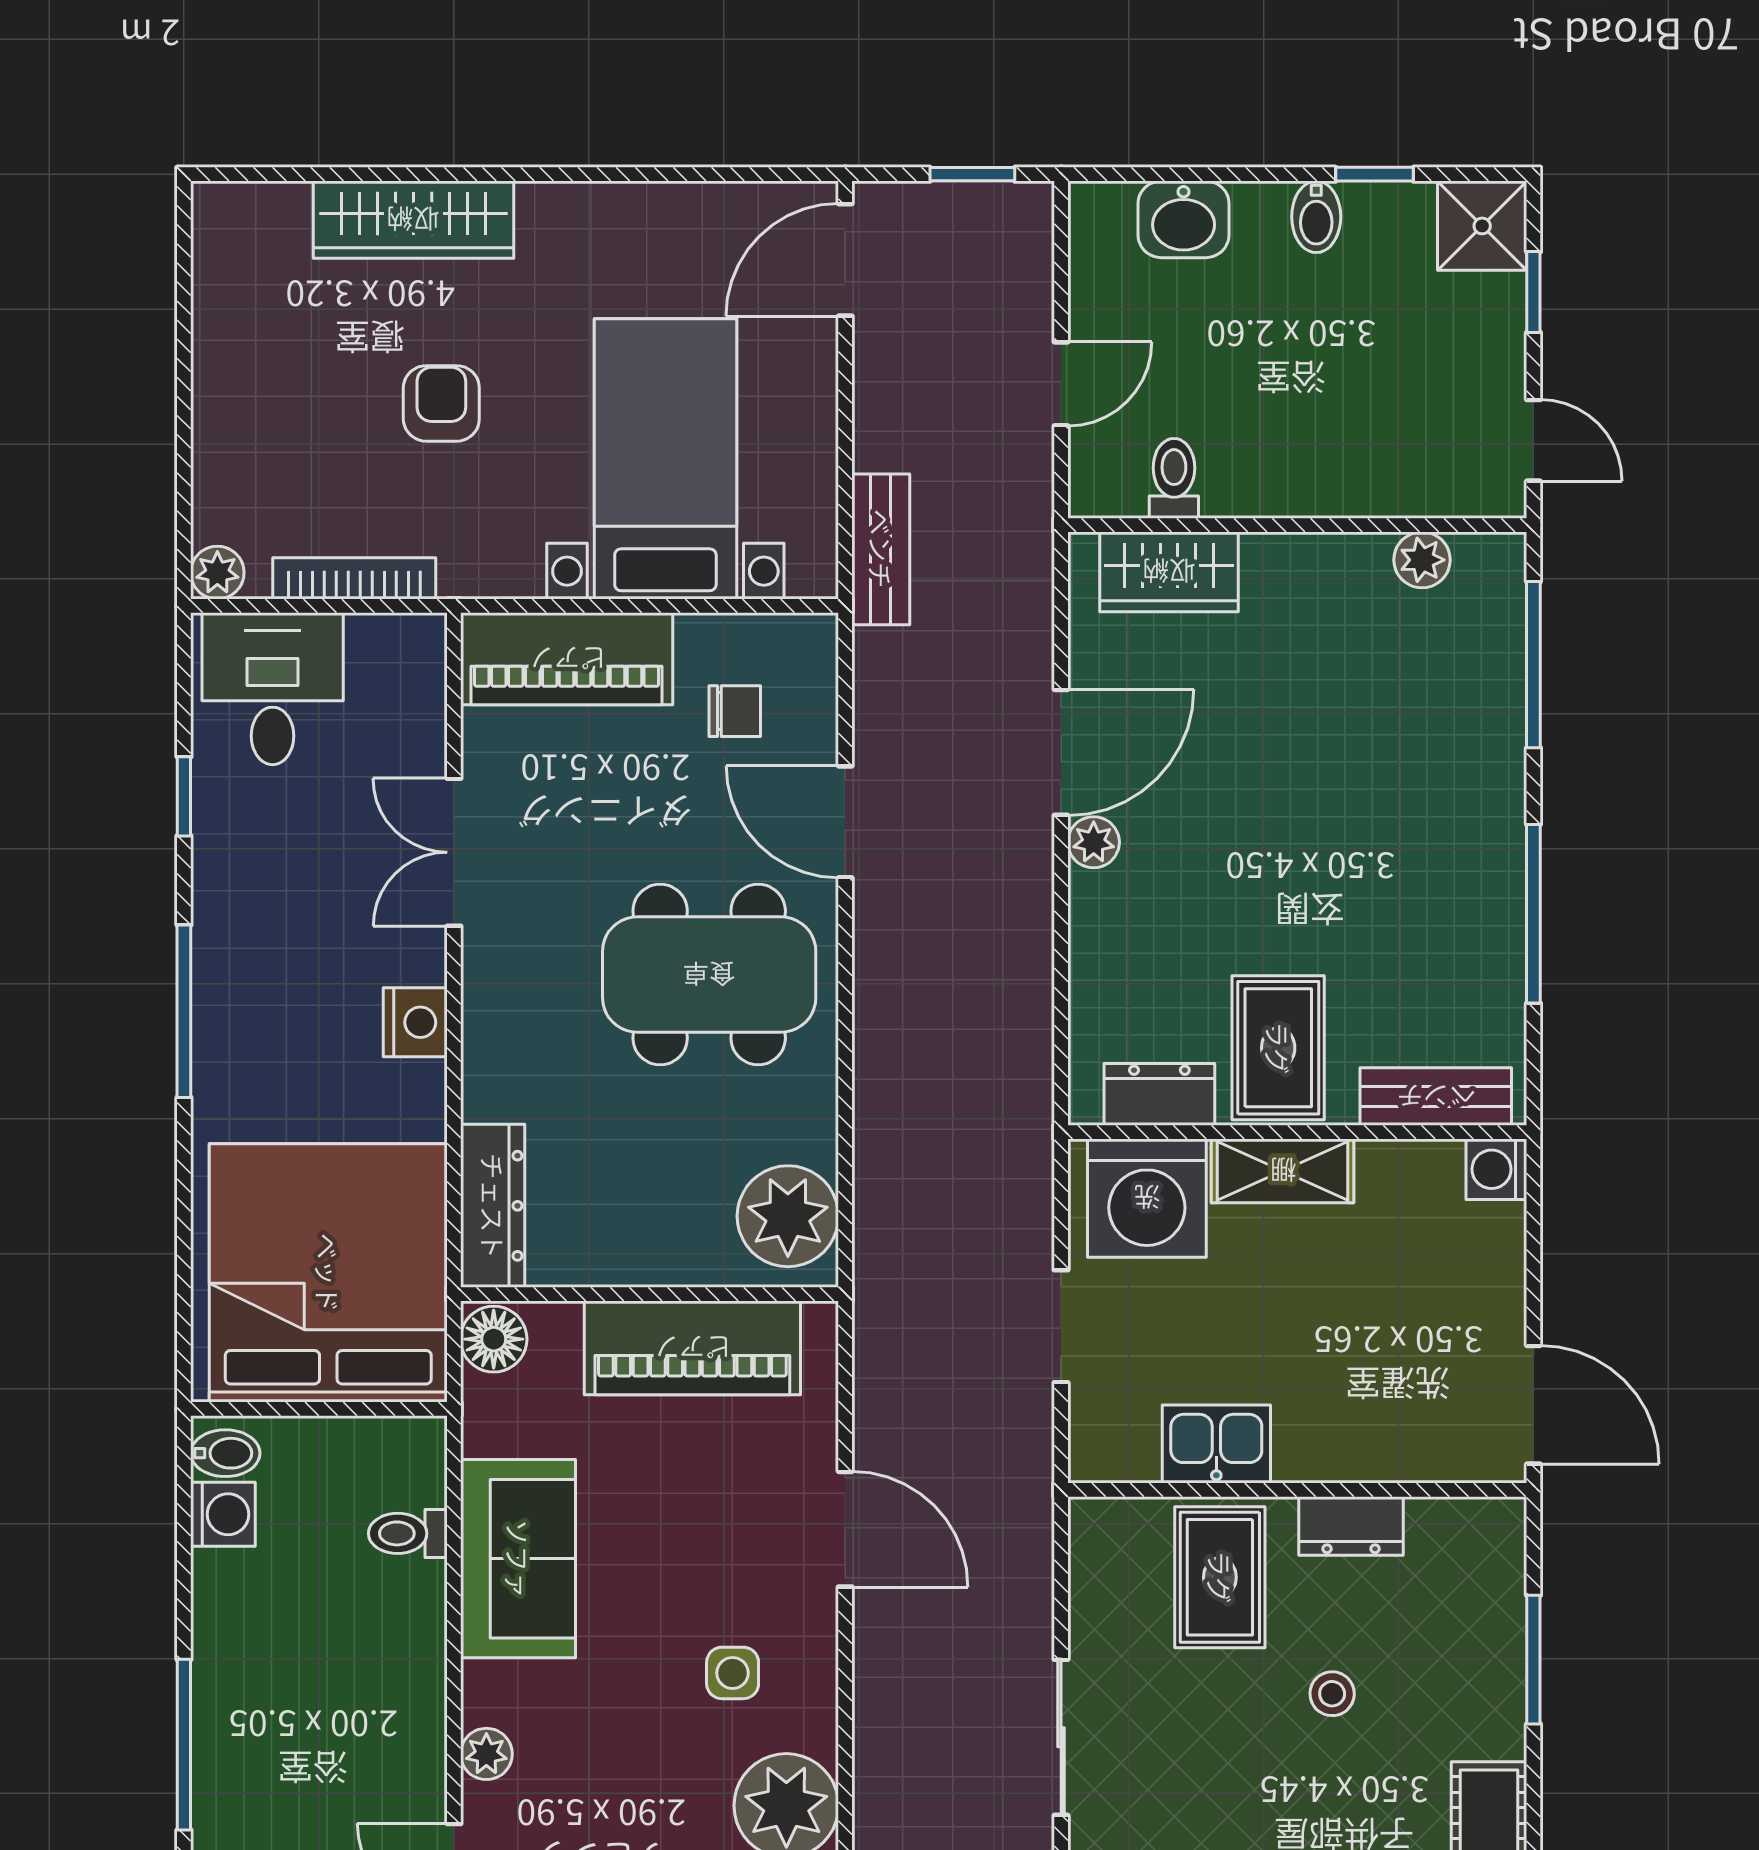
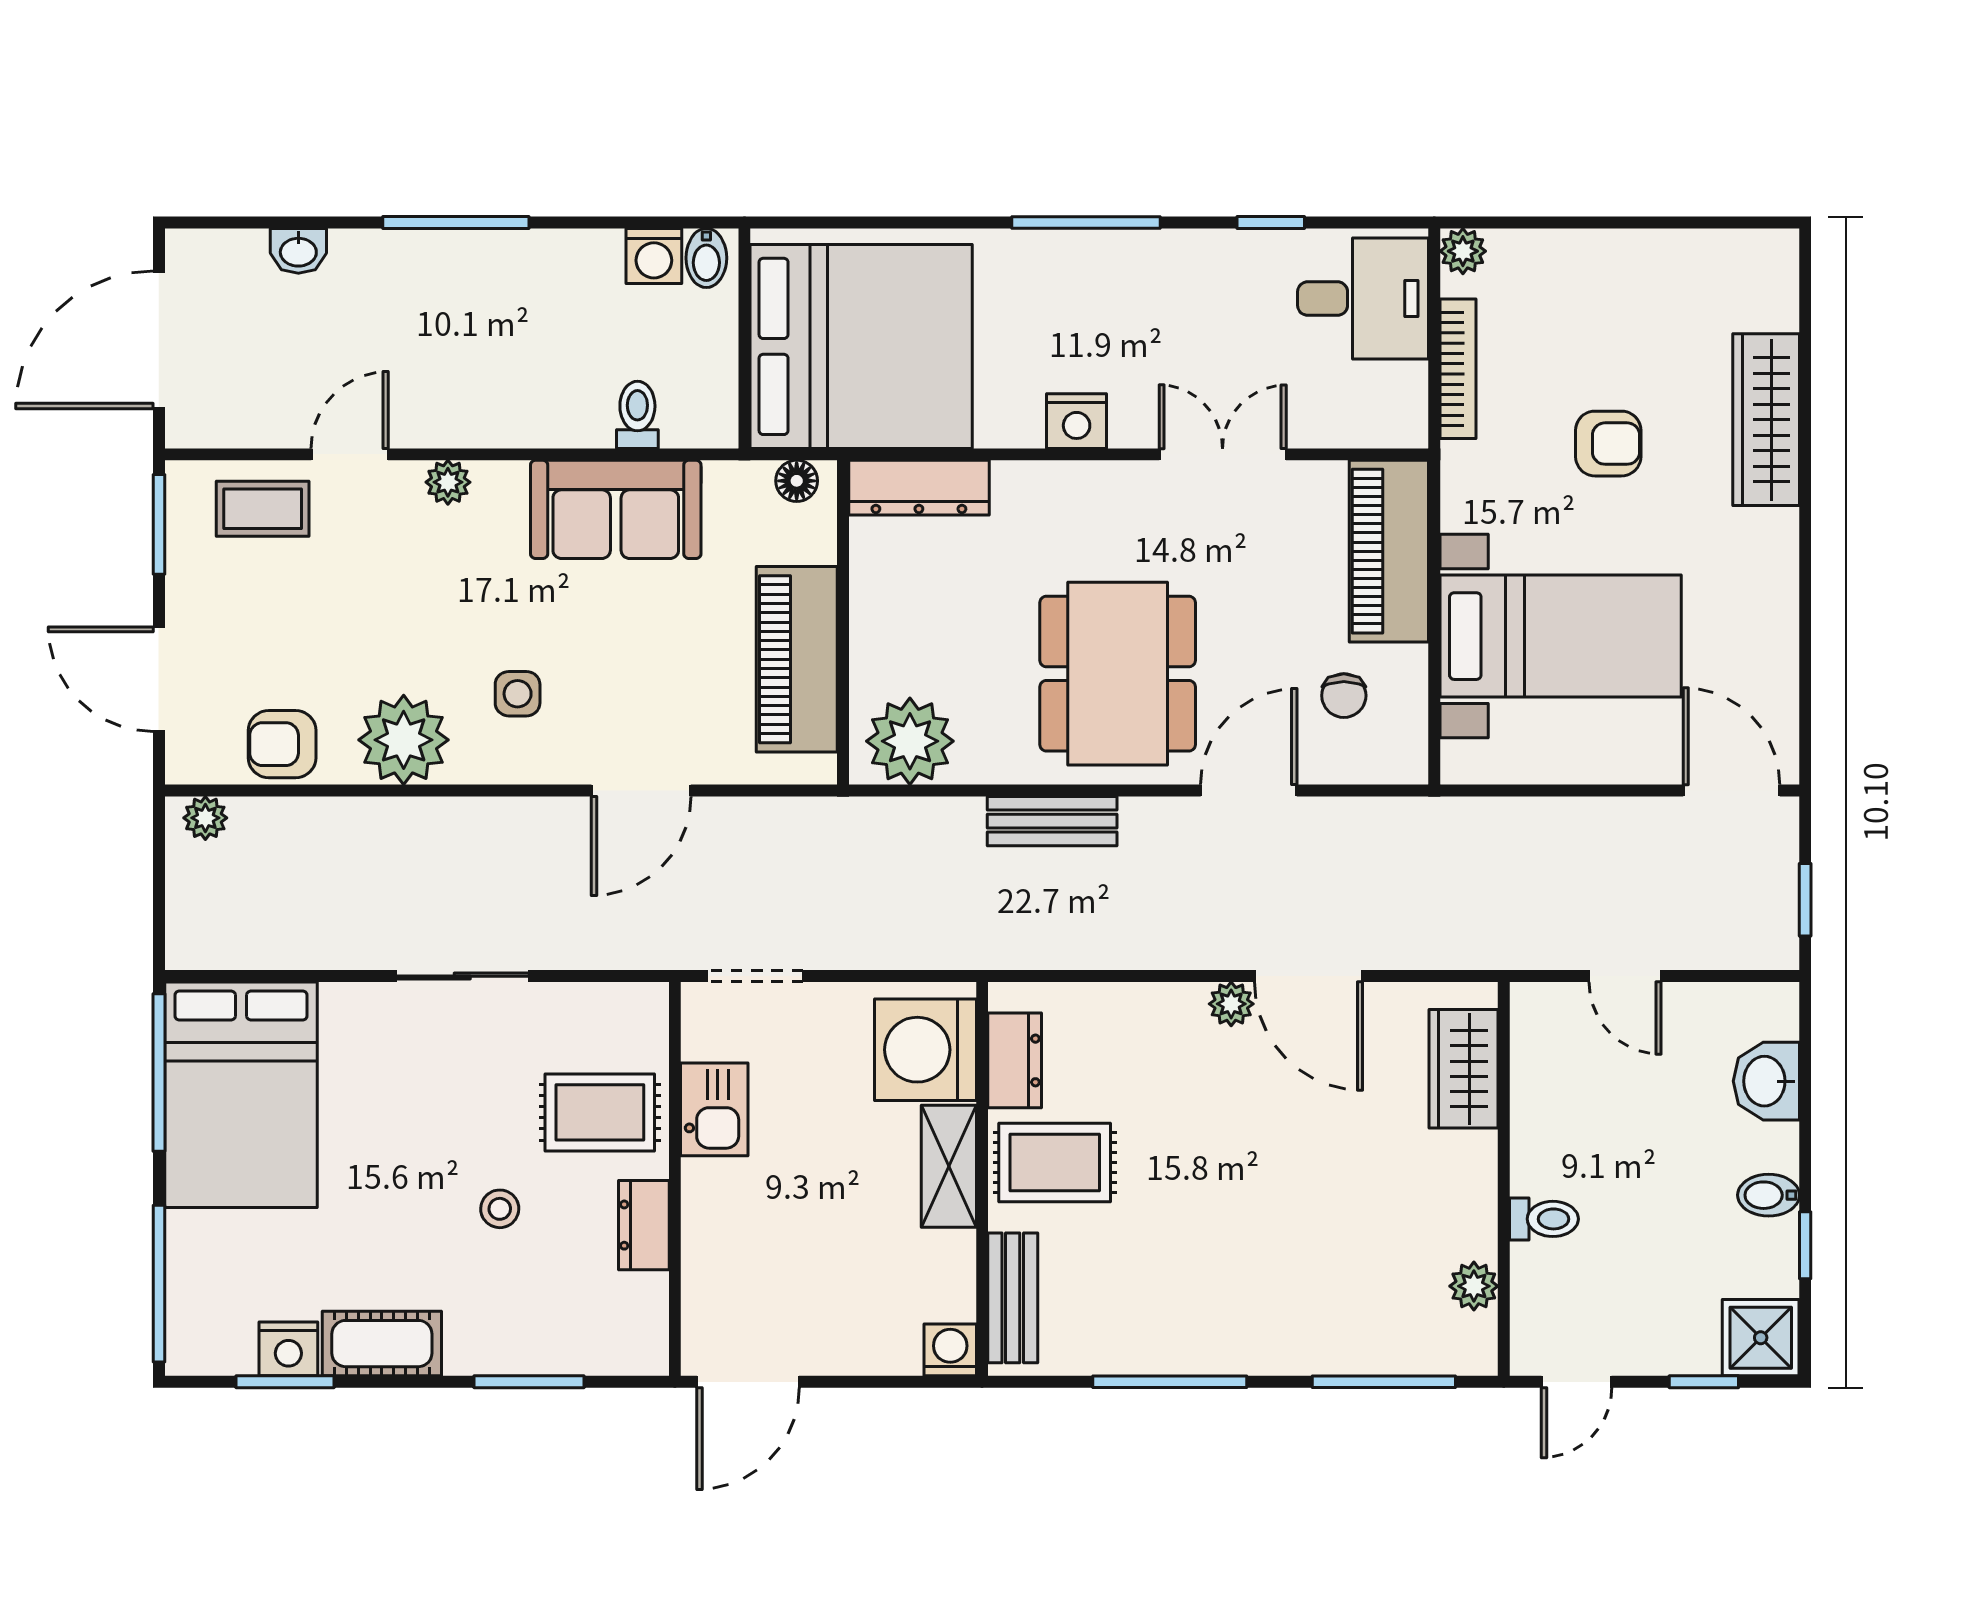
toilet: (1174, 478) -> (1544, 1219), moved
bench: (881, 549) -> (1052, 821), moved
doorway: (1061, 1326) -> (755, 976), moved
floor lamp: (494, 1339) -> (797, 481), width x0.73, depth x0.73

